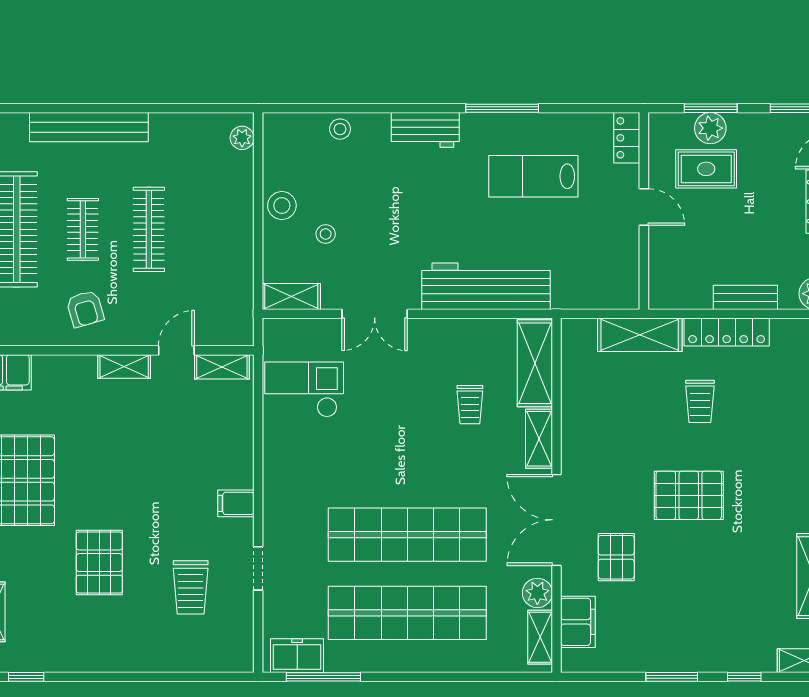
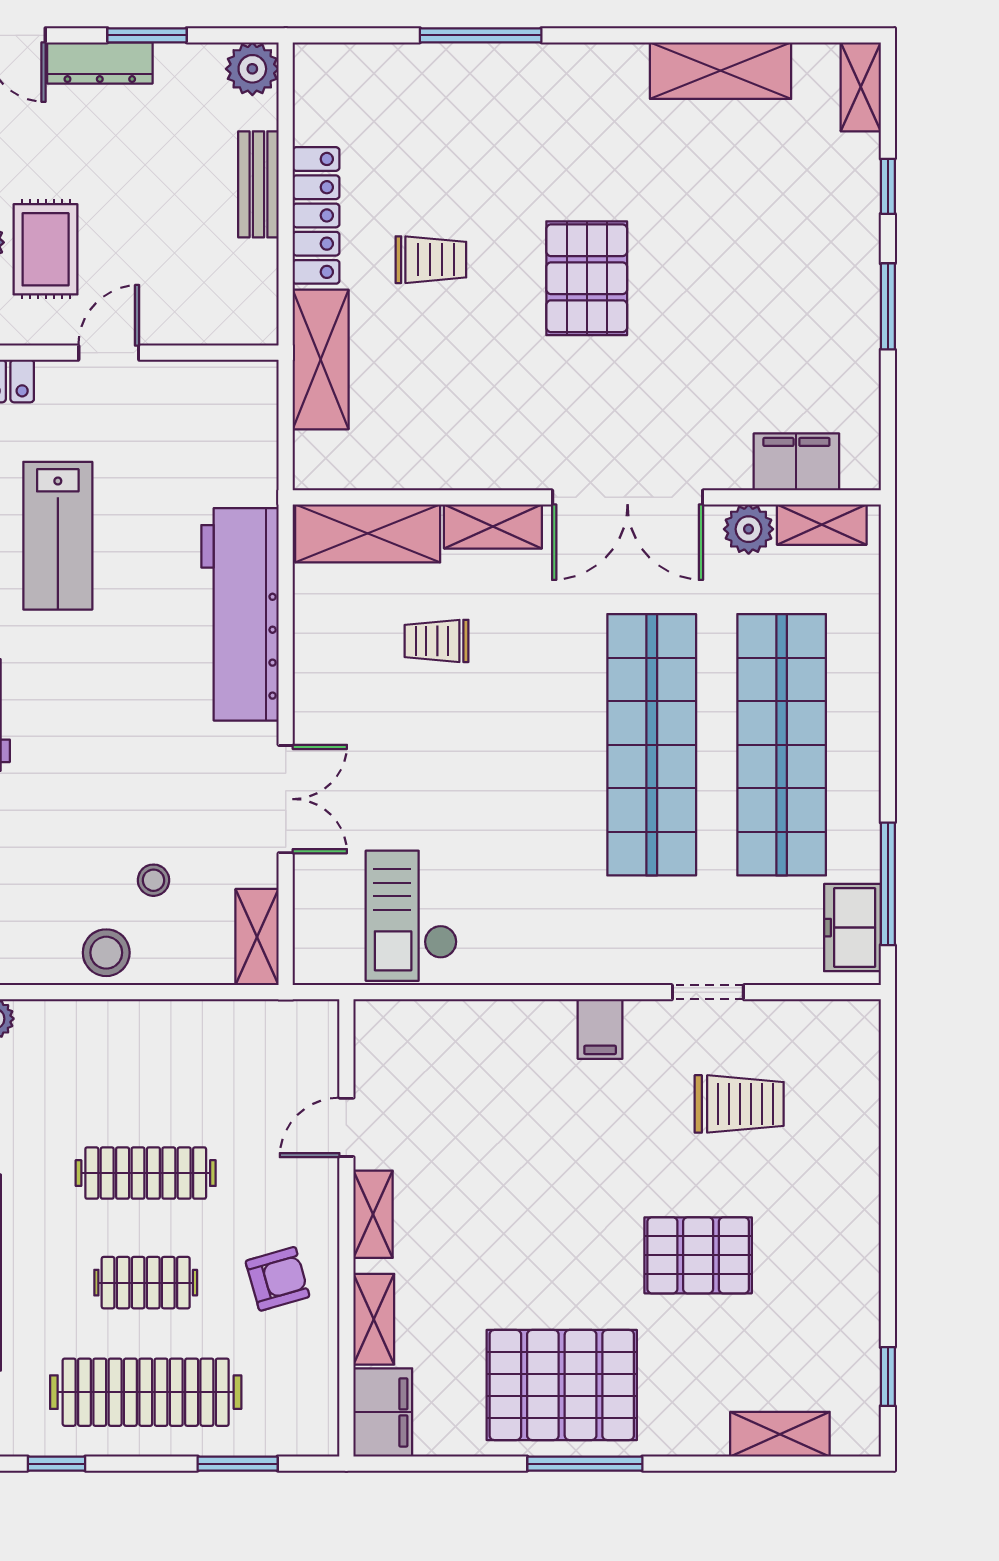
door: (176, 350) -> (346, 1127), hinge flipped
shelving: (222, 367) -> (374, 1319), moved
trolley: (470, 405) -> (436, 641), turned 180
pallet: (616, 557) -> (689, 399), removed

